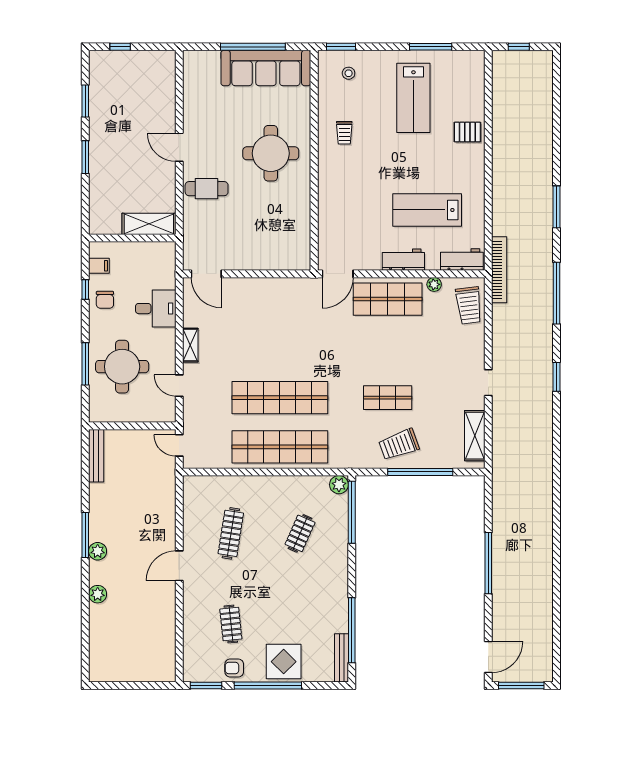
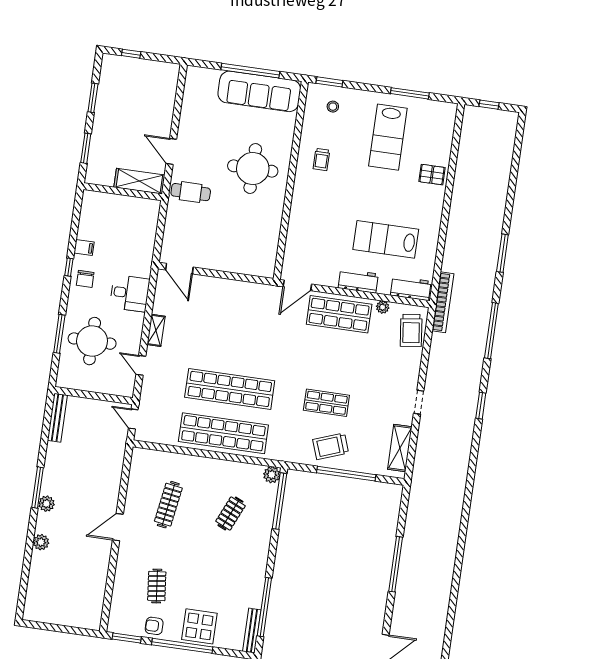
shelving: (149, 224) -> (139, 181), moved
wall: (132, 238) -> (123, 192), moved

